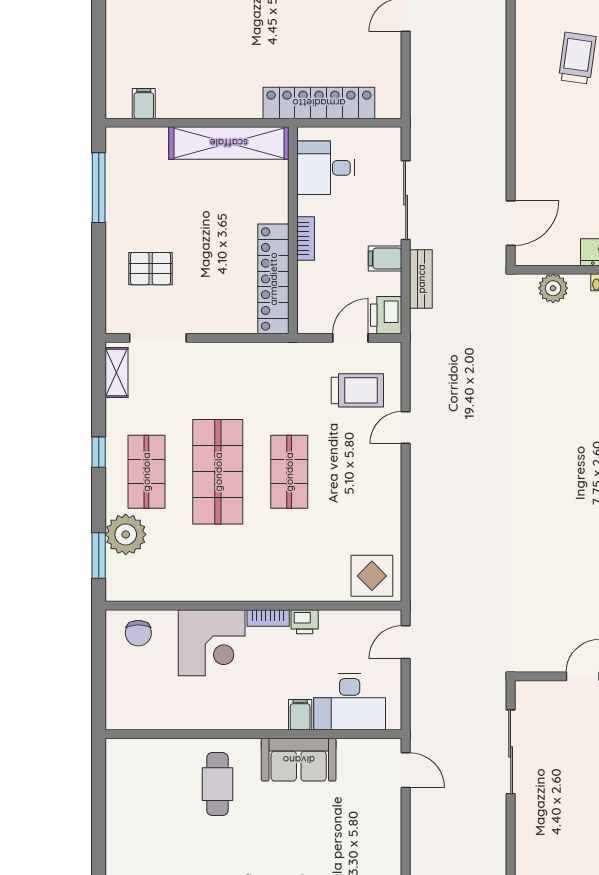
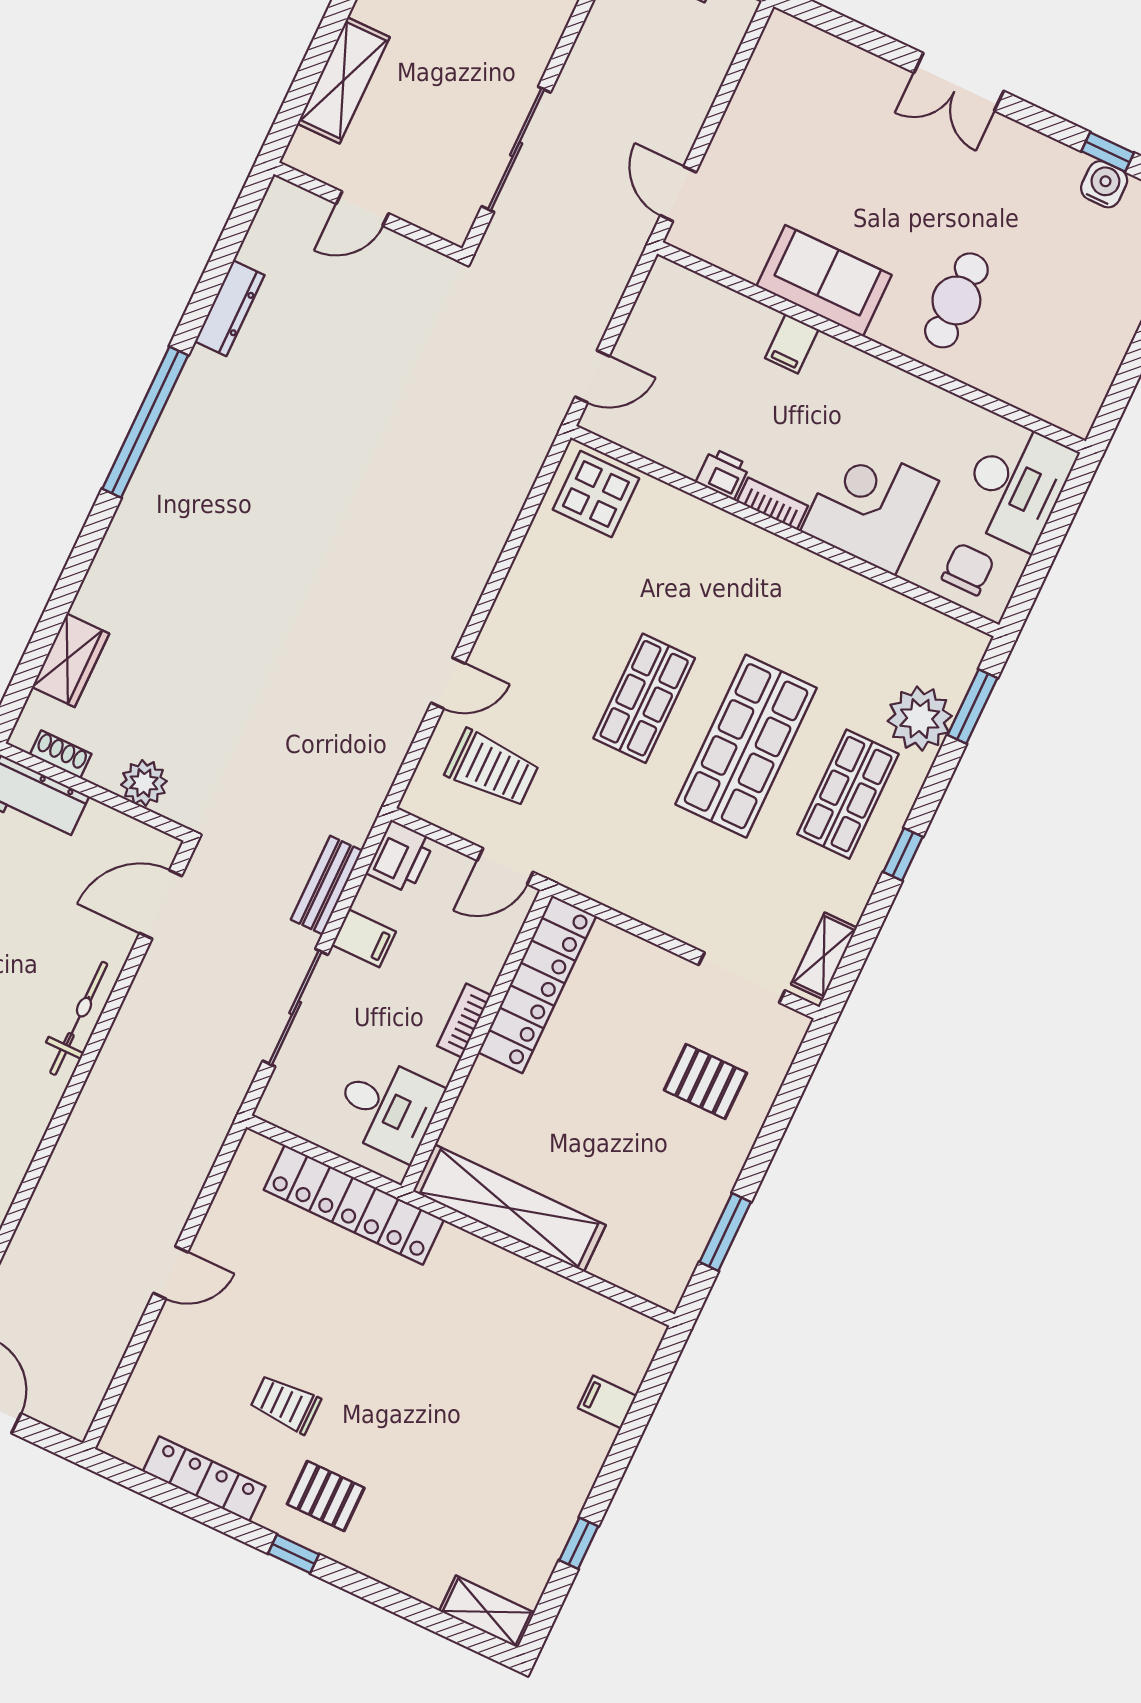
filing cabinet: (144, 104) -> (607, 1402), moved, turned 90
bicycle: (527, 136) -> (79, 1018), added
window: (99, 188) -> (725, 1232), width x0.69
door: (350, 338) -> (505, 866), moved
trolley: (357, 390) -> (492, 768), turned 180
desk: (350, 702) -> (1016, 485), moved, turned 90

